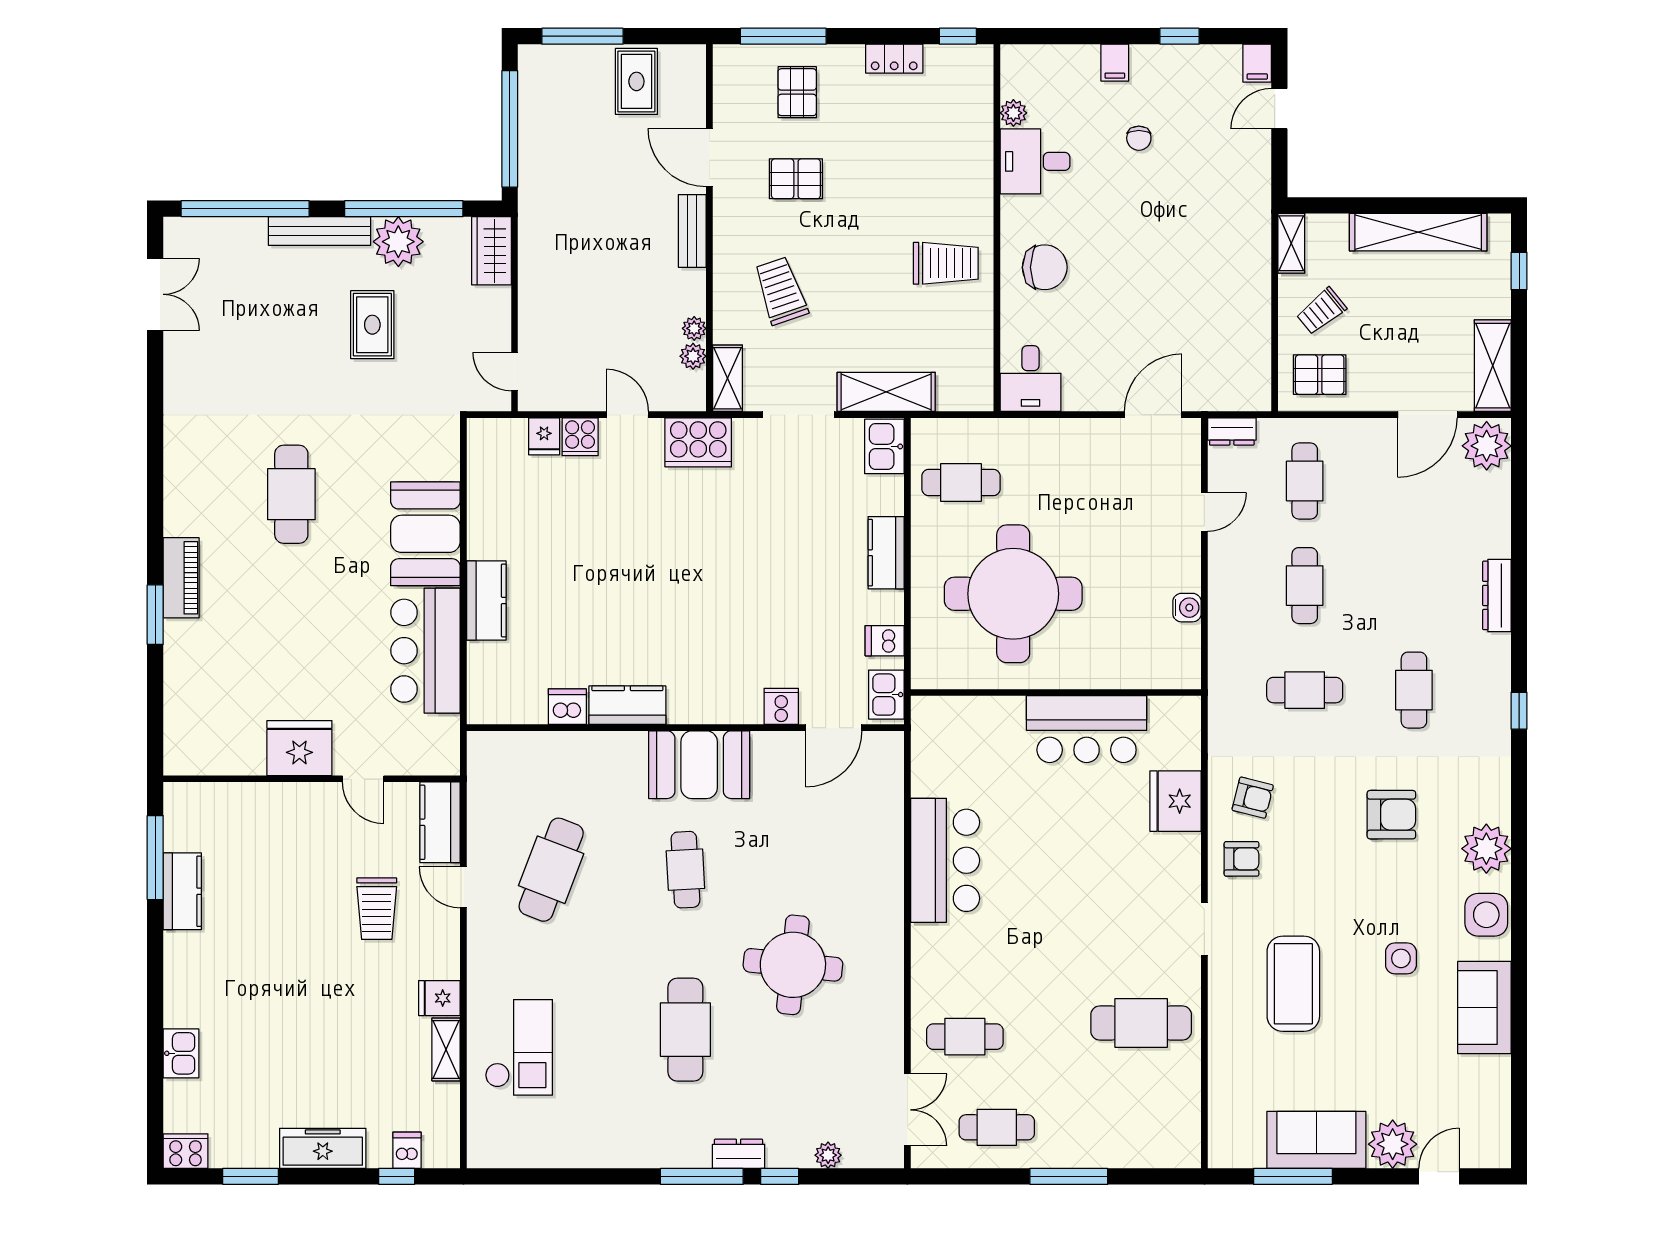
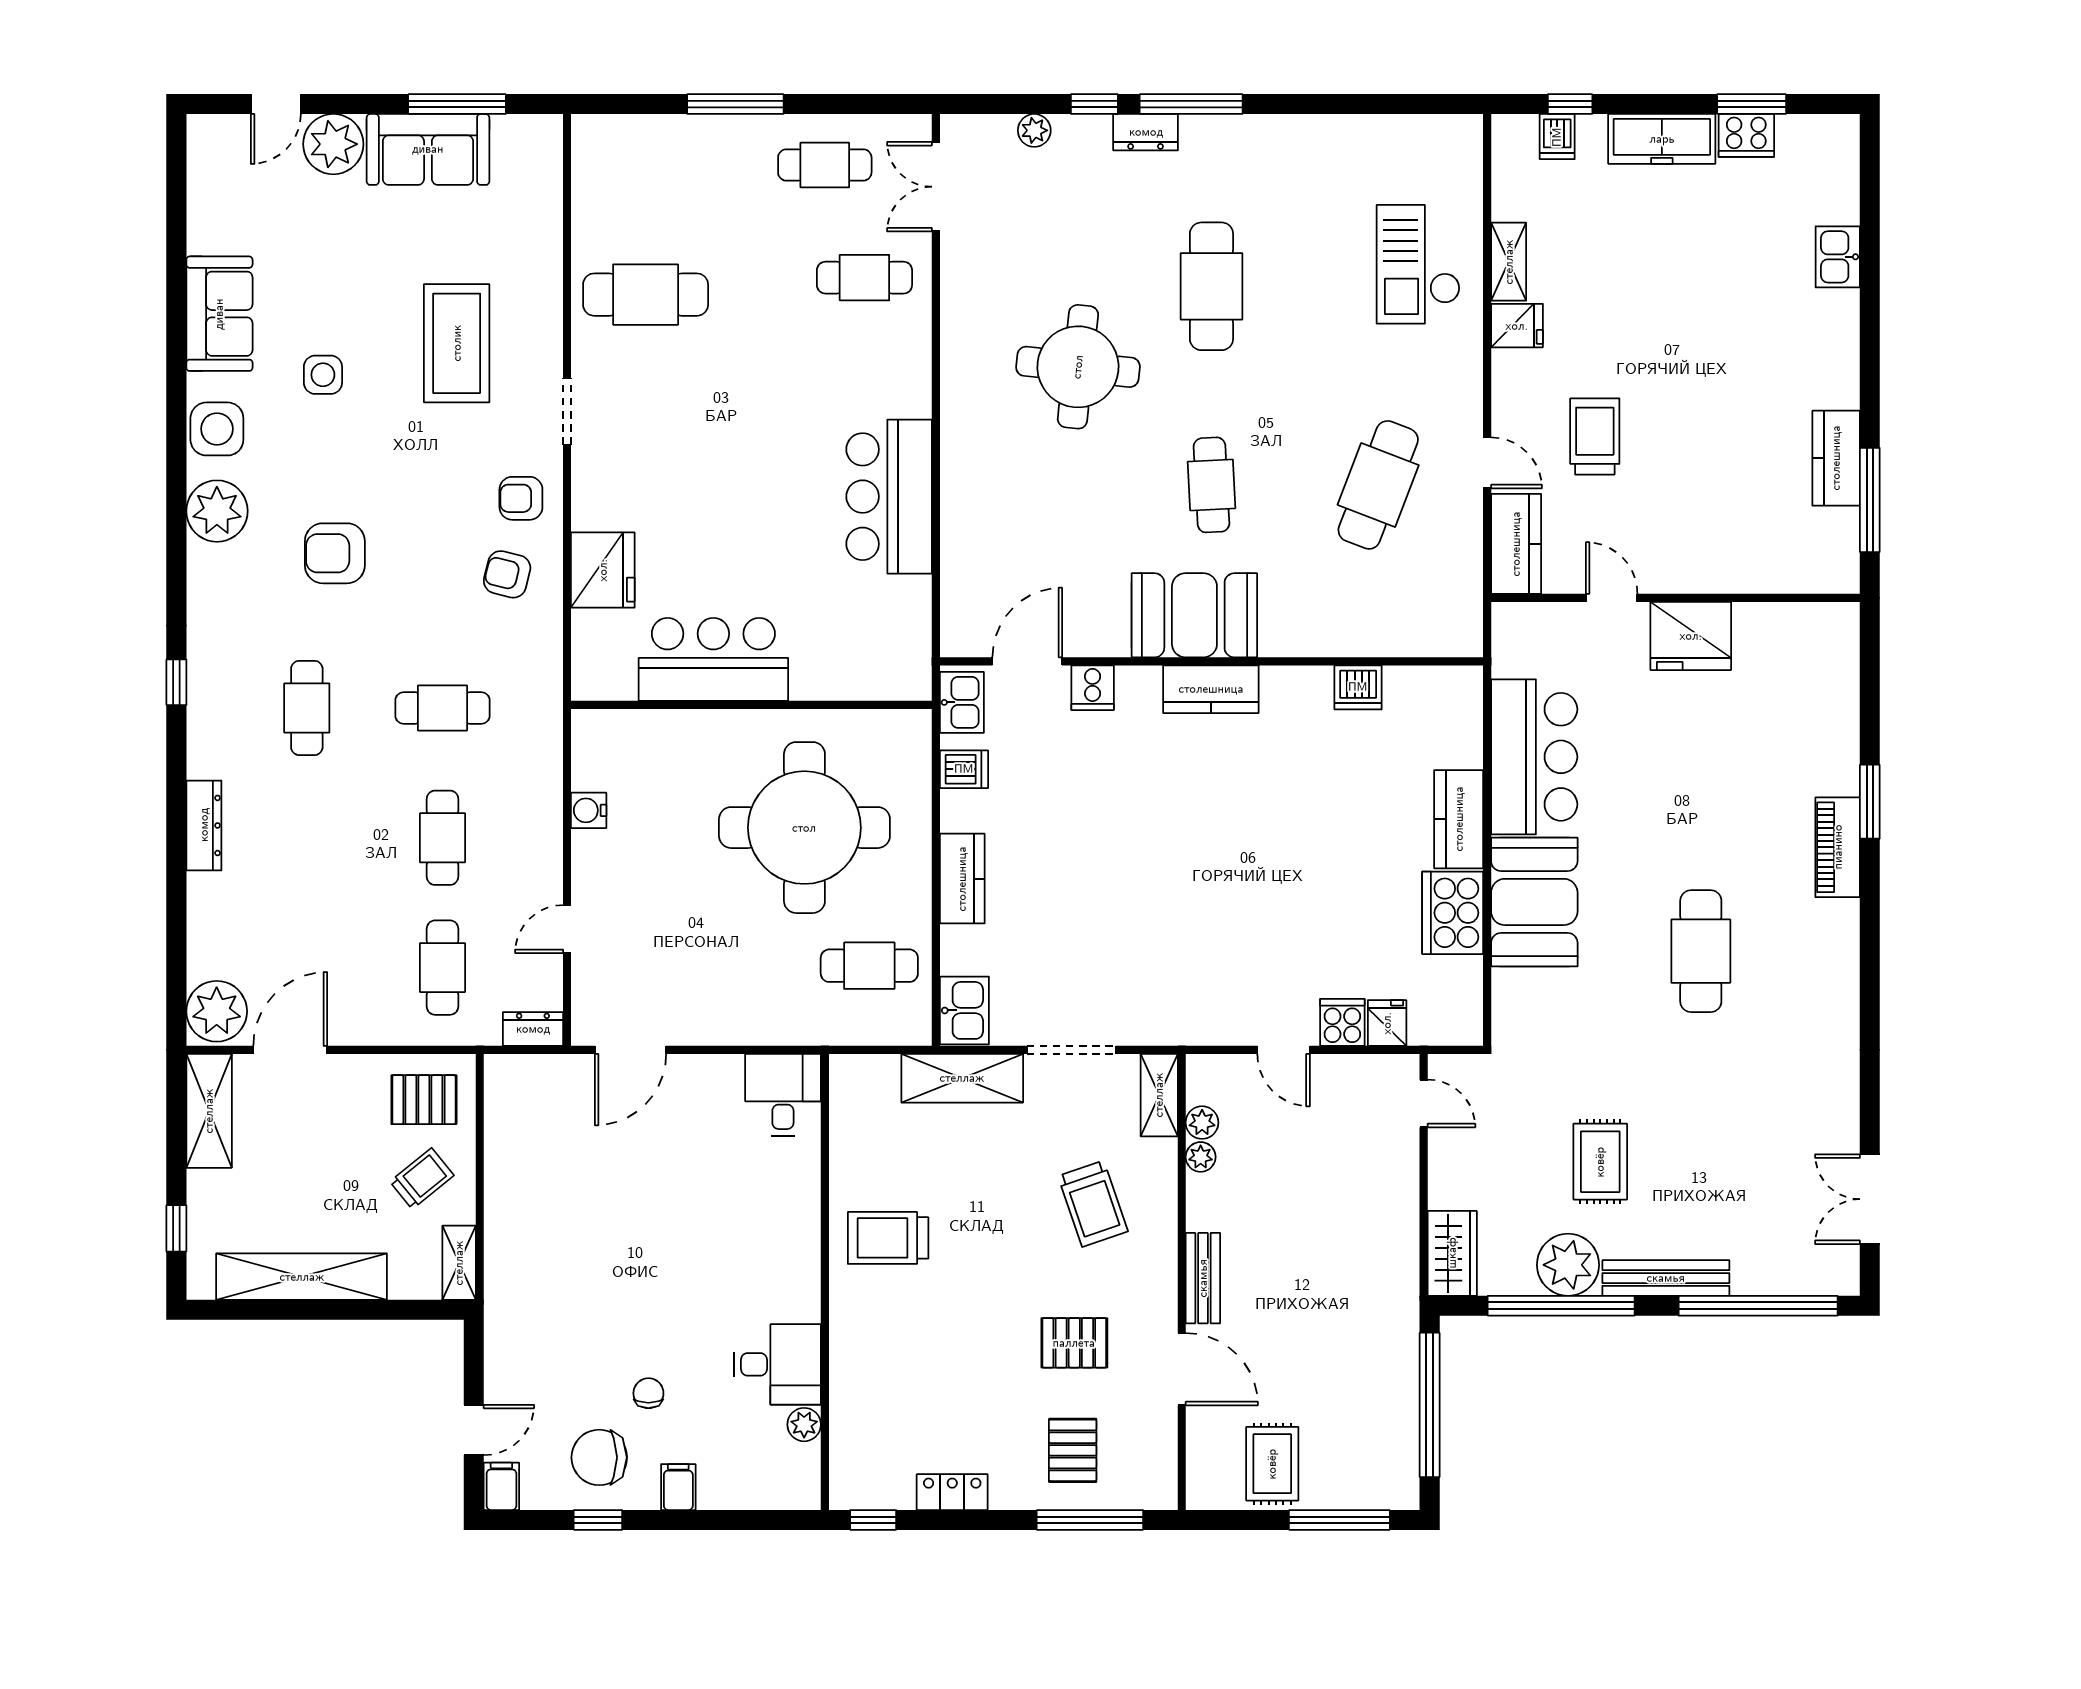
chair: (1045, 267) -> (599, 1457), moved
cooker: (698, 442) -> (1453, 913), moved, turned -90
kitchen counter: (627, 705) -> (1211, 689), moved
cooker: (186, 1151) -> (1746, 135), moved

